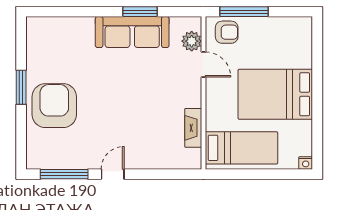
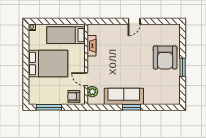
window: (140, 12) -> (131, 107), moved
window: (244, 12) -> (49, 107), moved
window: (64, 174) -> (160, 21), removed

